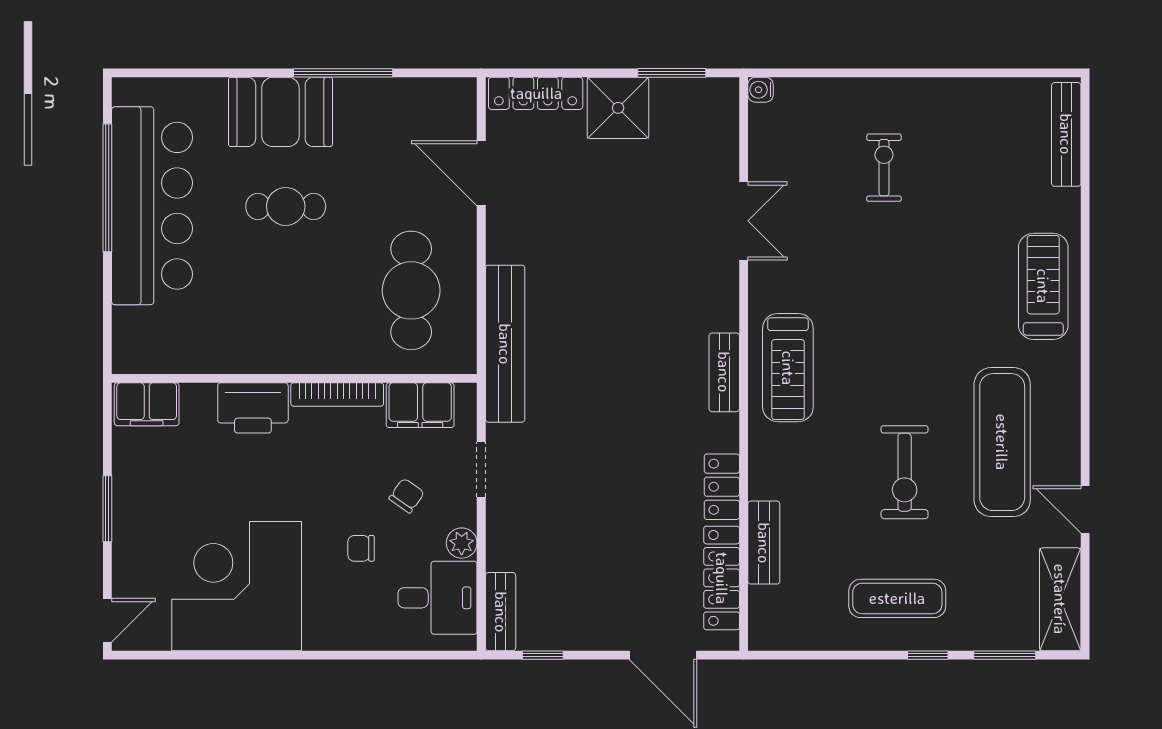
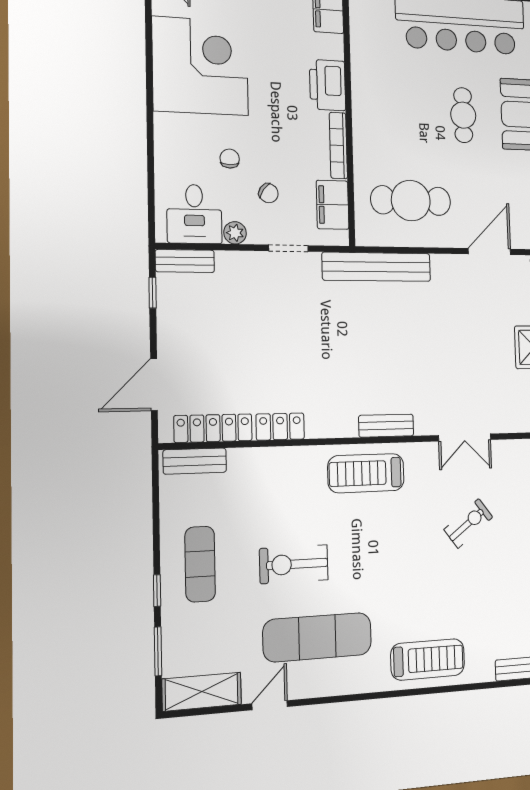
exercise bike: (884, 168) -> (468, 523), moved, turned -37
bench: (724, 372) -> (386, 426), moved
bench: (764, 543) -> (195, 461), moved

